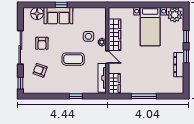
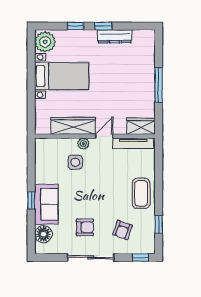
coffee table: (73, 59) -> (141, 193), moved
window: (76, 96) -> (159, 224), moved

